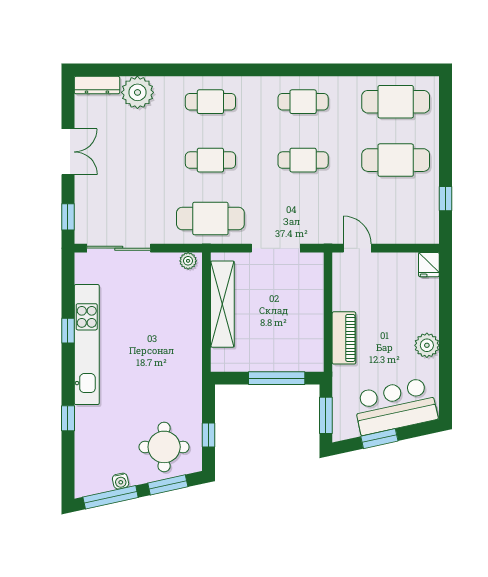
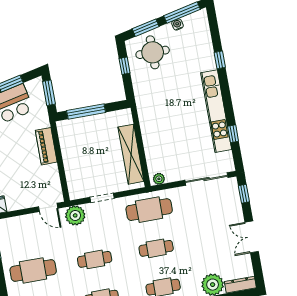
plant: (320, 229) -> (75, 215), added
doorway: (276, 248) -> (102, 198), width x0.73
window: (68, 331) -> (233, 134), moved

